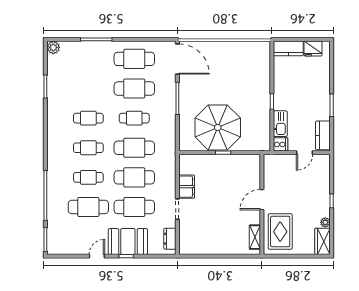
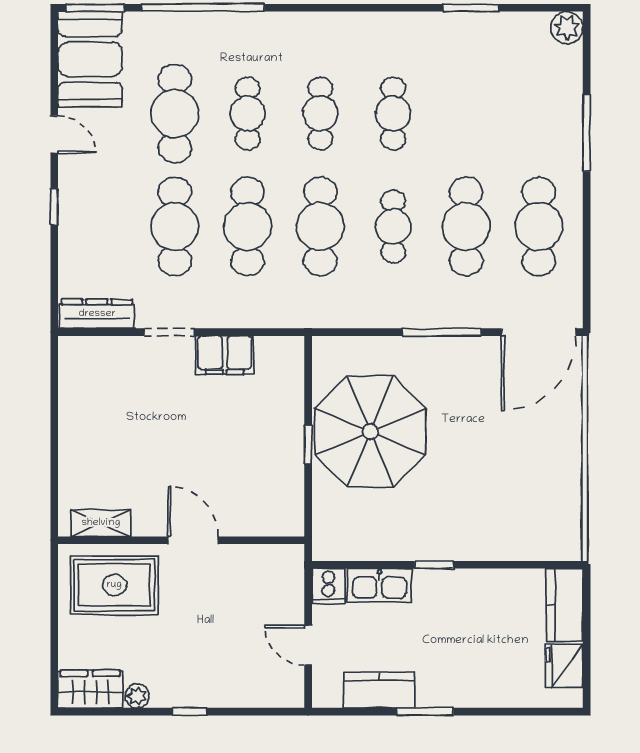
kitchen counter: (323, 135) -> (379, 690), moved
dresser: (170, 239) -> (97, 314), width x1.44
booth: (128, 241) -> (90, 59), moved

